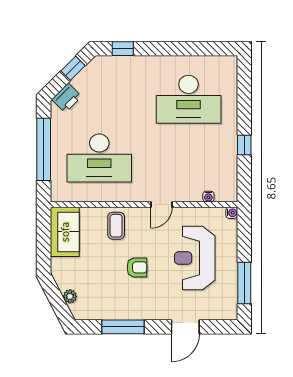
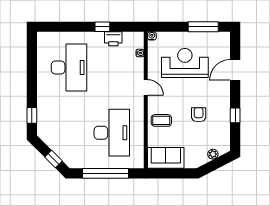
window: (73, 68) -> (53, 159), moved
printer: (67, 98) -> (113, 39), moved, turned 135
reception desk: (195, 258) -> (185, 63), turned 180
armchair: (137, 267) -> (199, 115), moved
window: (123, 327) -> (235, 115), width x0.46
door: (185, 327) -> (235, 70), swing flipped

